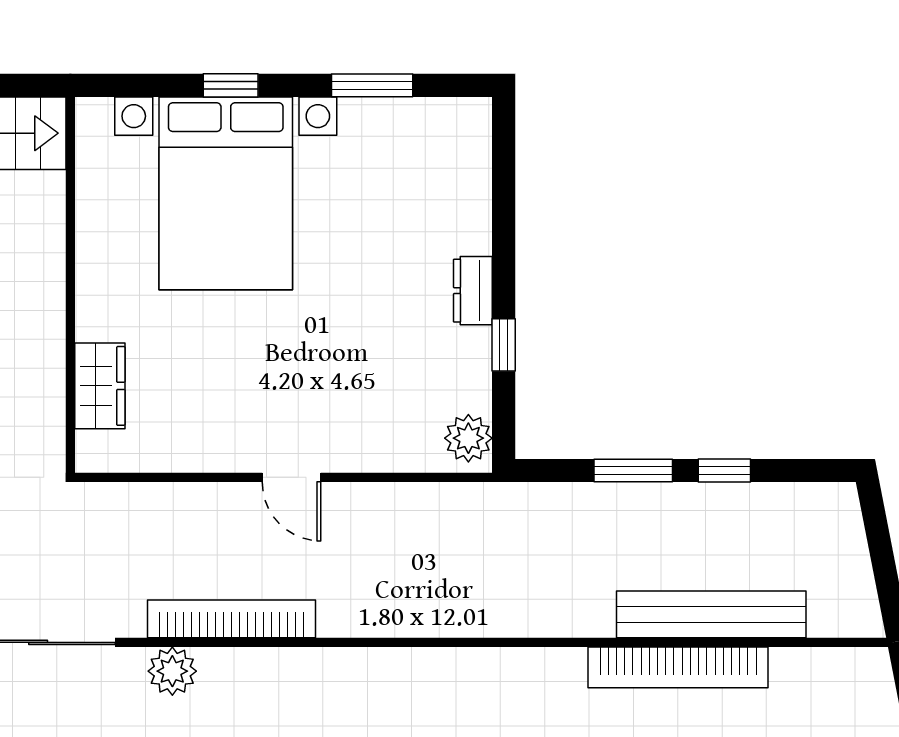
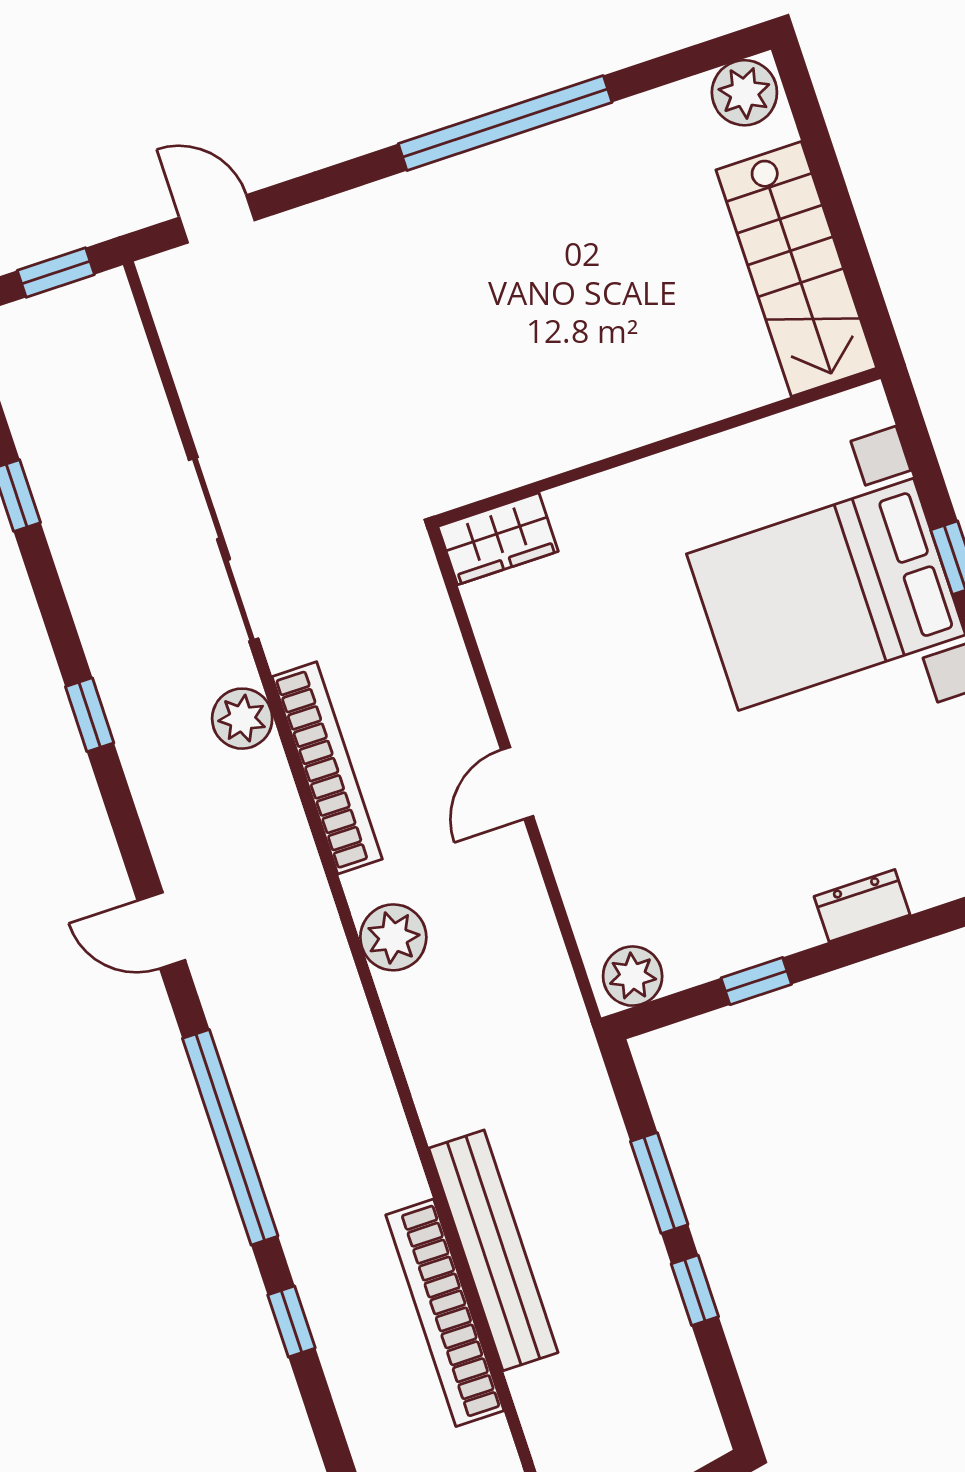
dresser: (473, 291) -> (862, 906), moved
wardrobe: (100, 386) -> (498, 539), moved
plant: (378, 611) -> (393, 937), added
bench: (711, 614) -> (493, 1250), moved

